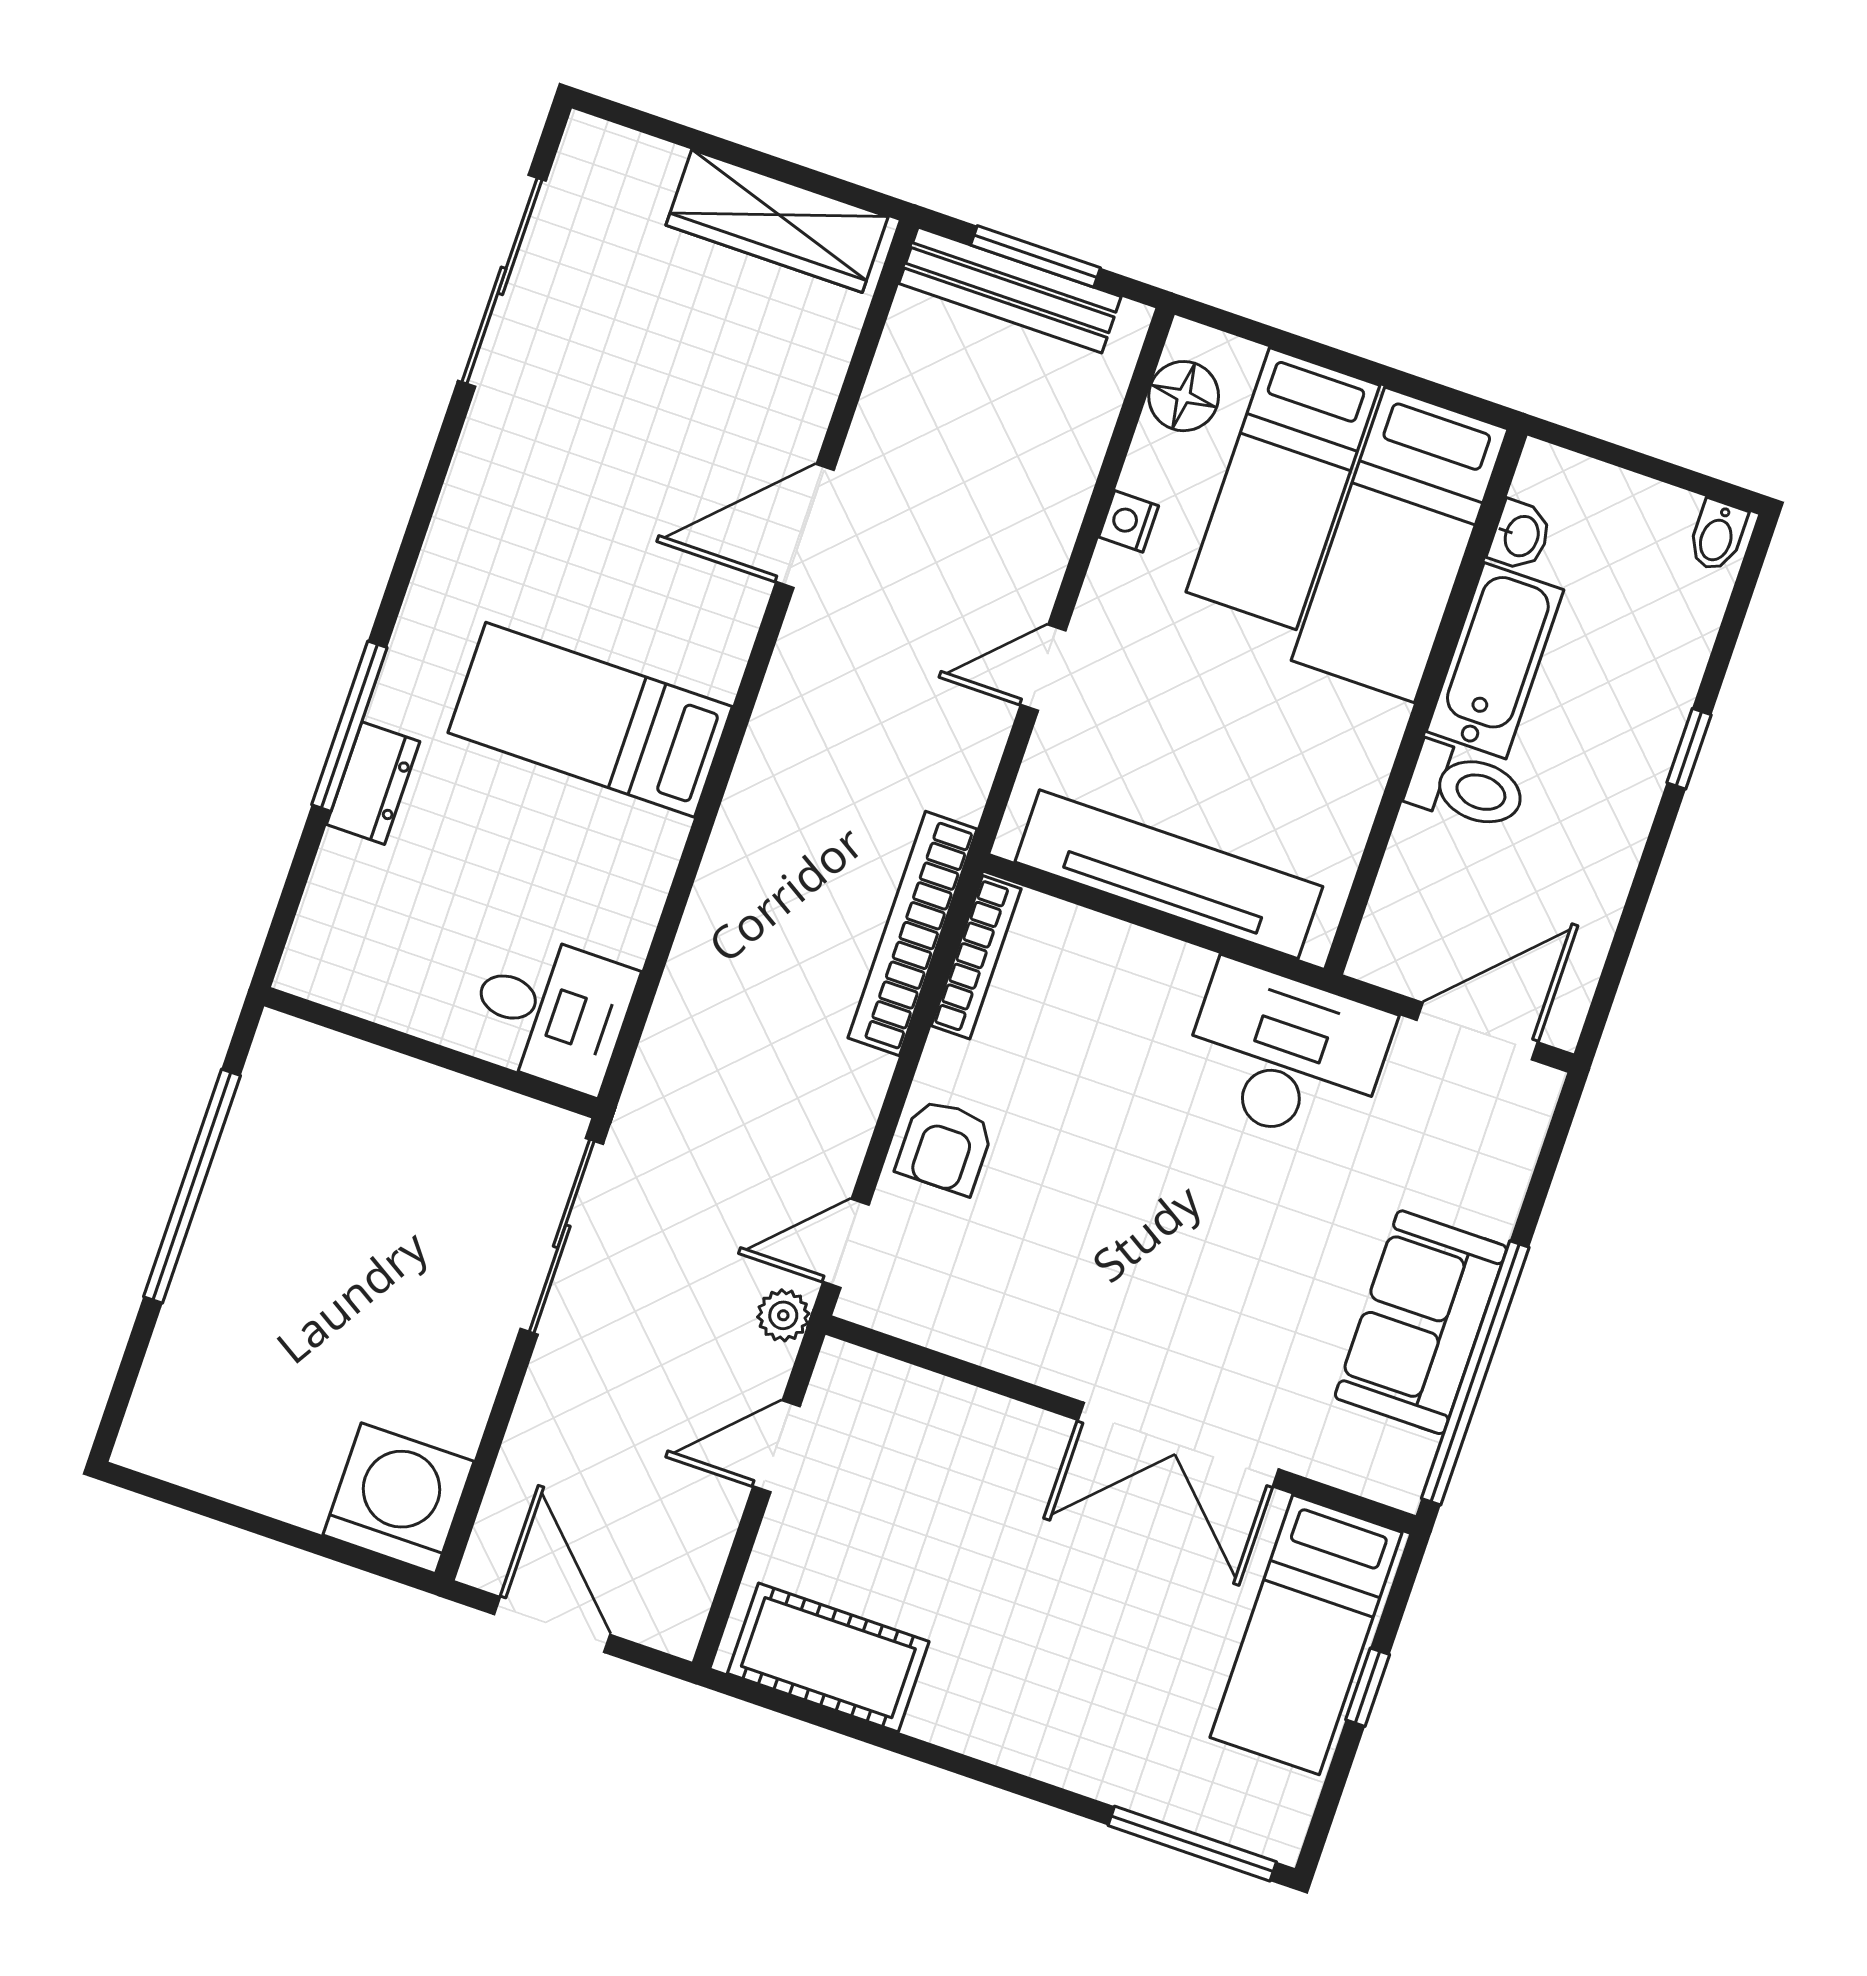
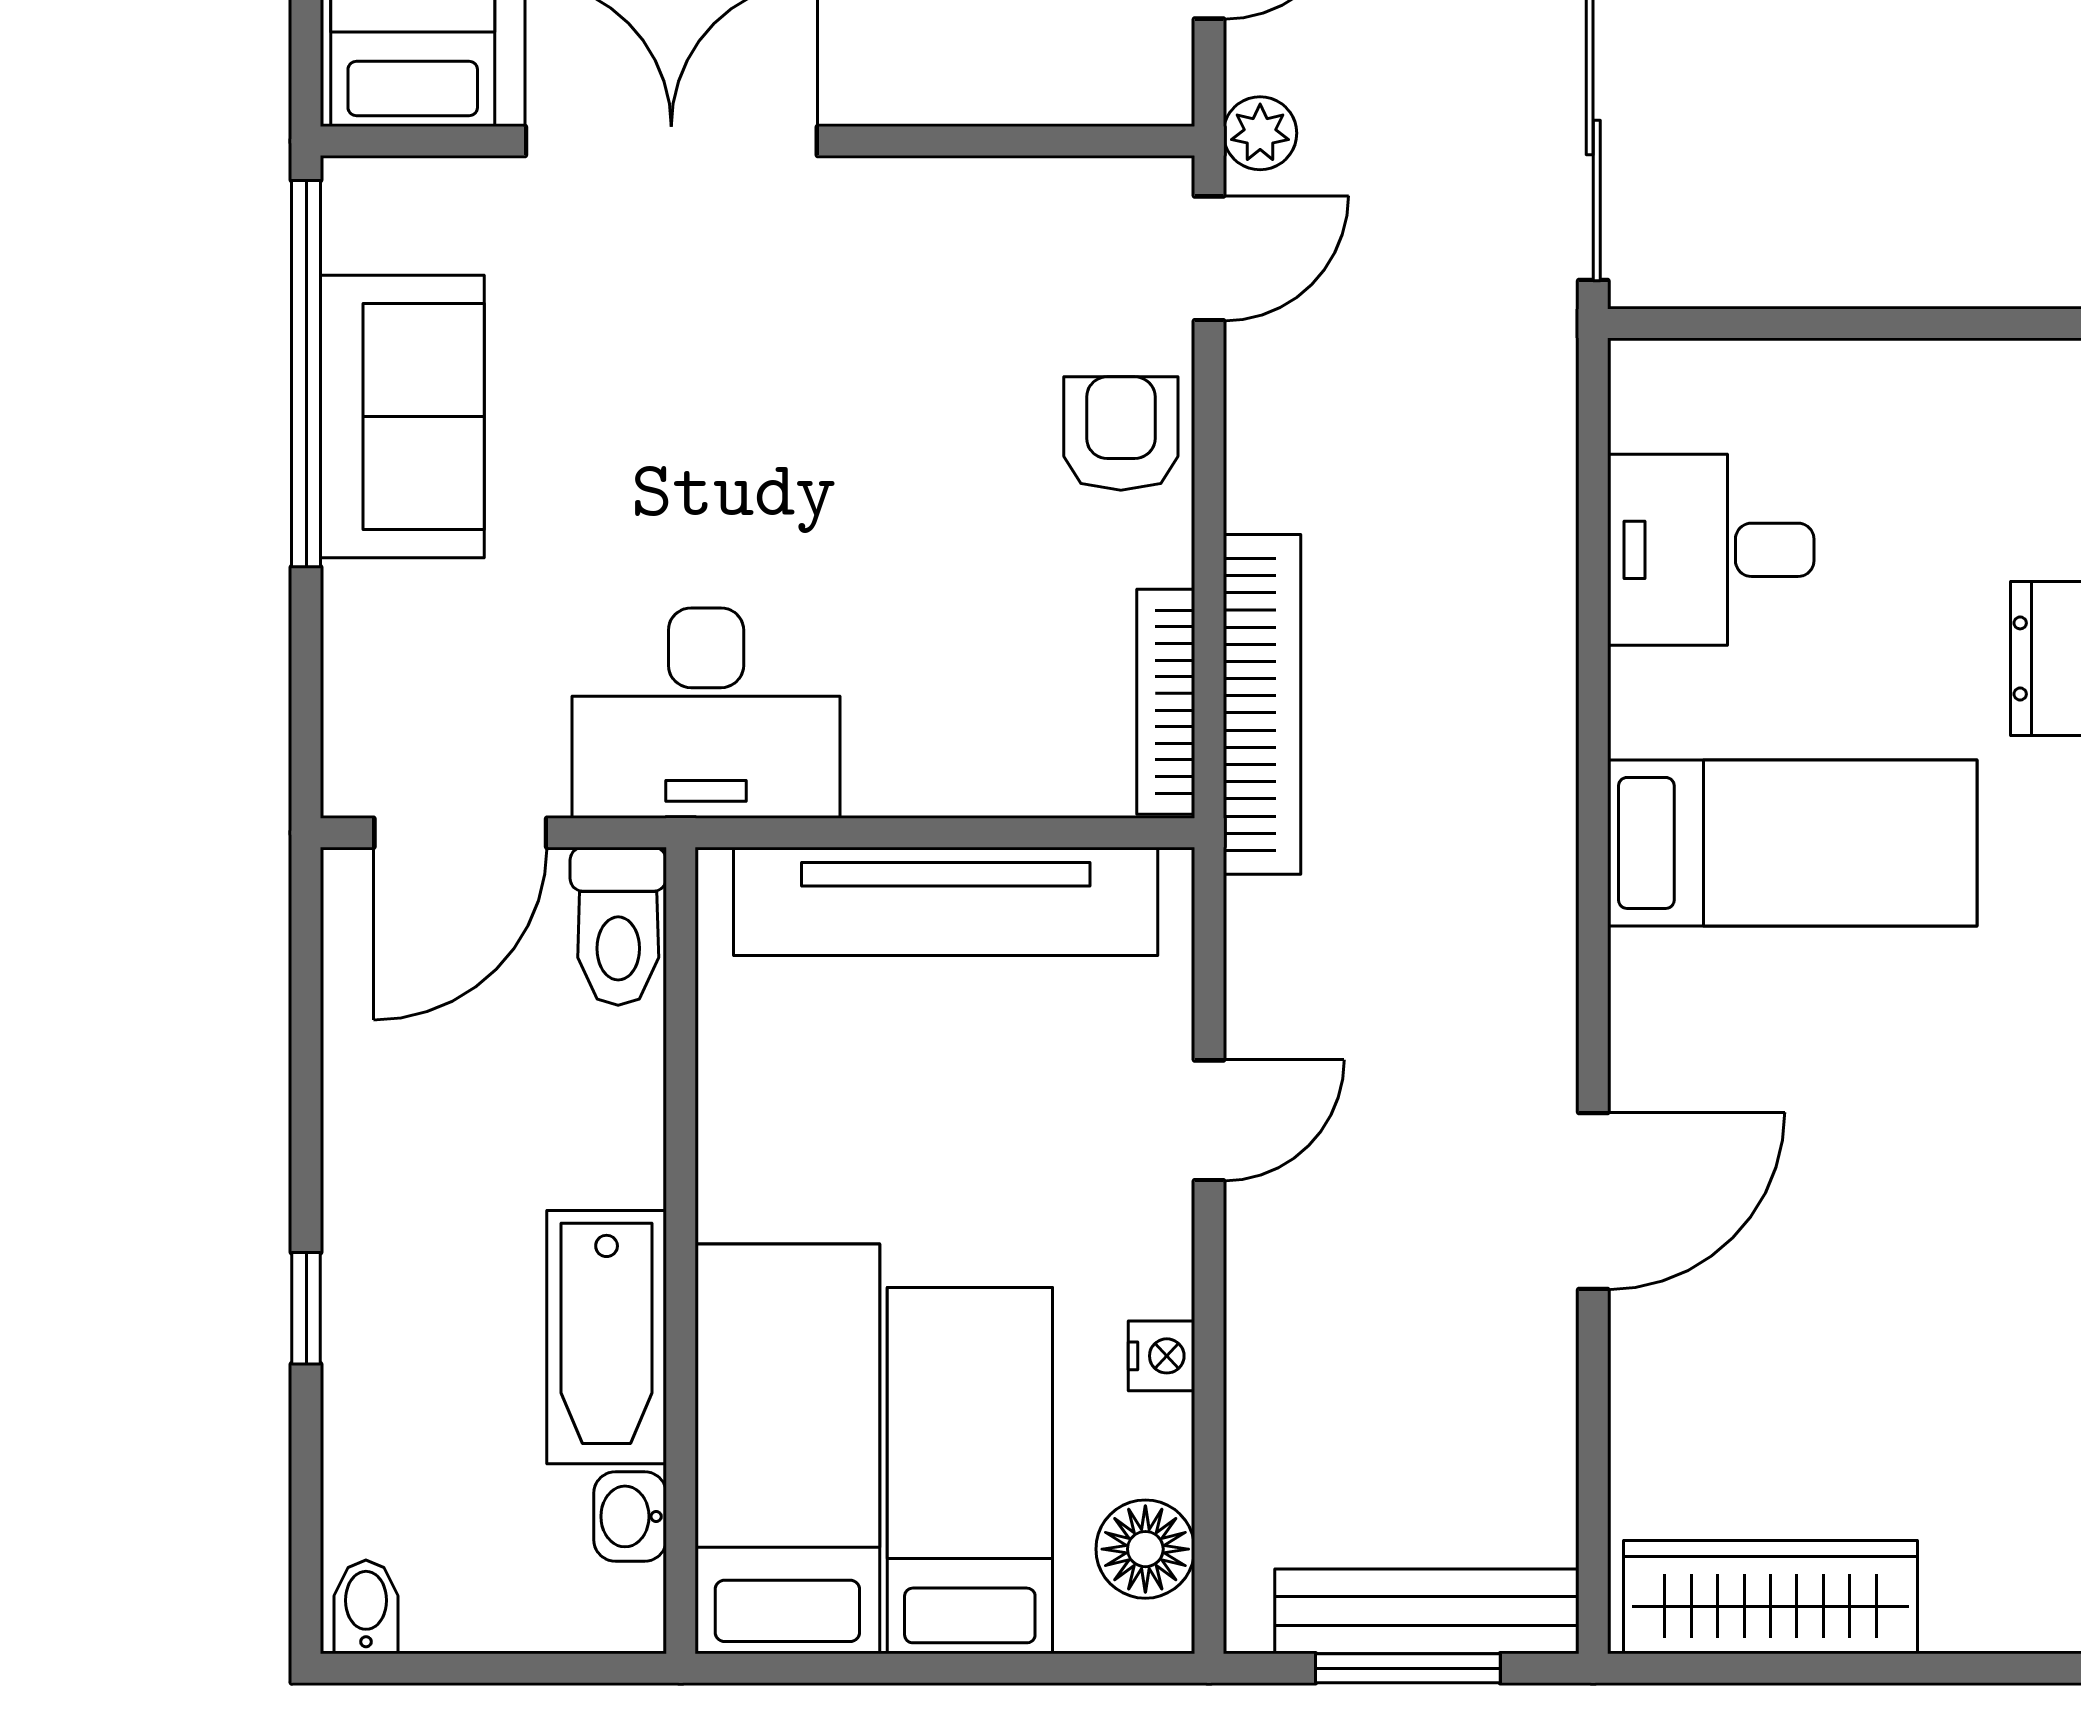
toilet: (1466, 787) -> (618, 926), moved, turned -90
desk: (551, 1012) -> (1711, 550), moved

